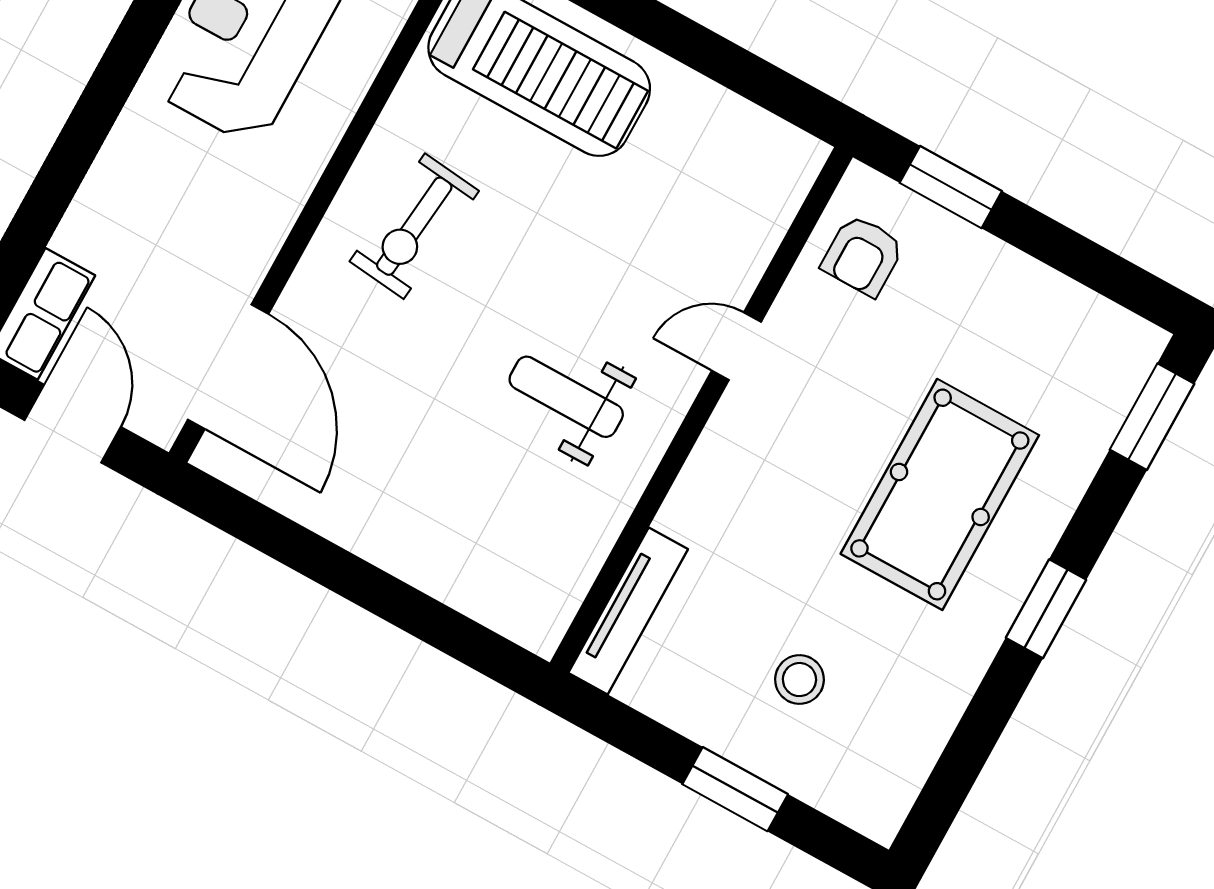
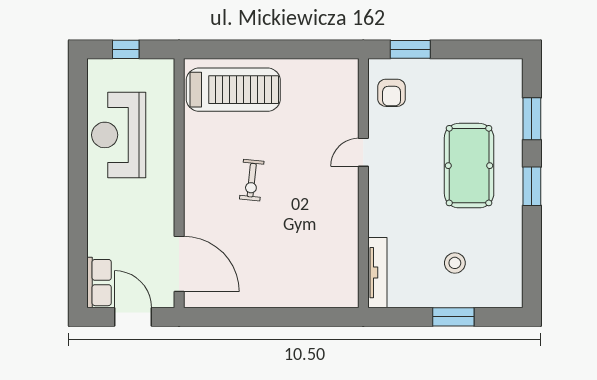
exercise bike: (414, 226) -> (252, 180), moved, width x0.73, depth x0.72
weight bench: (566, 397) -> (310, 206), removed
window: (1152, 417) -> (532, 119), moved

